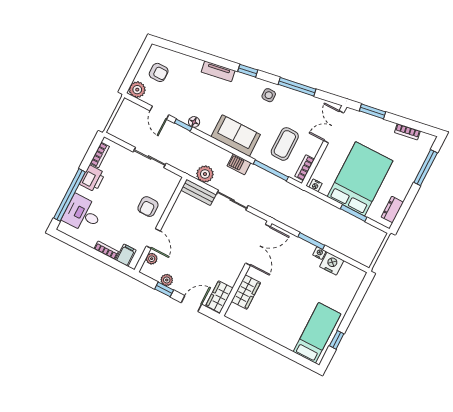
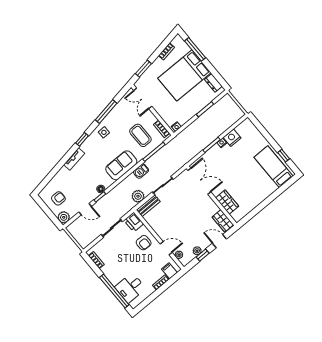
printer: (92, 179) -> (134, 222), moved, turned 180
bed: (360, 179) -> (184, 75), moved, turned -90
door: (191, 304) -> (219, 241), hinge flipped

